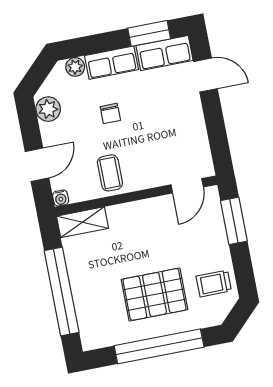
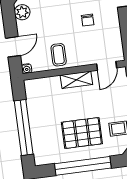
chair: (110, 113) -> (88, 20), moved
shelving: (82, 222) -> (76, 80), moved

